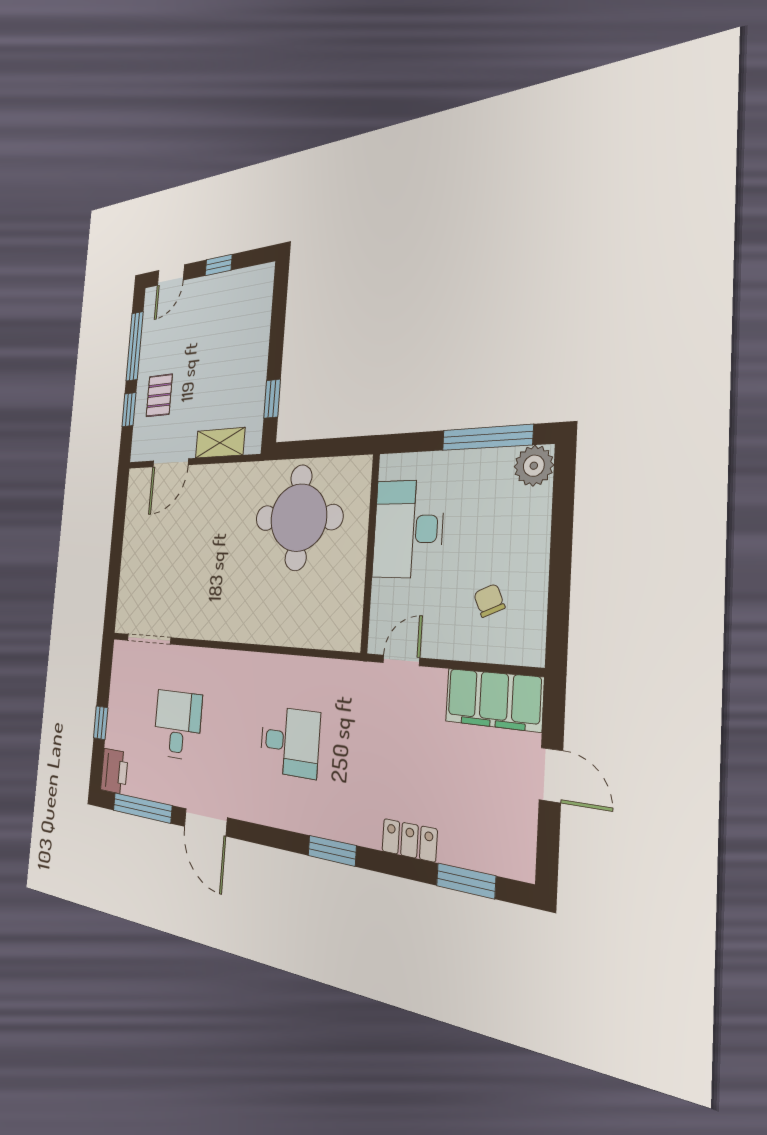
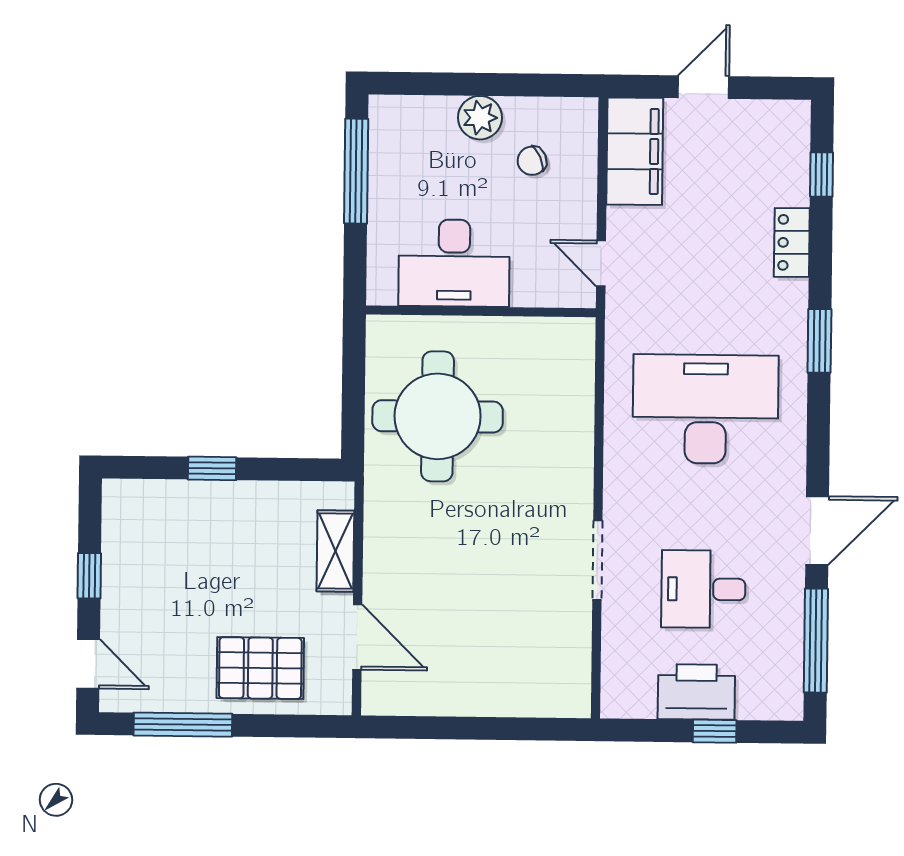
pallet: (159, 395) -> (260, 668), width x1.50, depth x1.42
window: (272, 399) -> (212, 468), moved
window: (129, 410) -> (275, 726), removed
plant: (534, 466) -> (480, 118), moved
doorway: (149, 639) -> (597, 560), moved
desk: (290, 742) -> (706, 409), width x1.87, depth x1.30
printer: (114, 771) -> (696, 692), moved, width x1.37, depth x1.19
window: (466, 881) -> (822, 174), width x0.67

